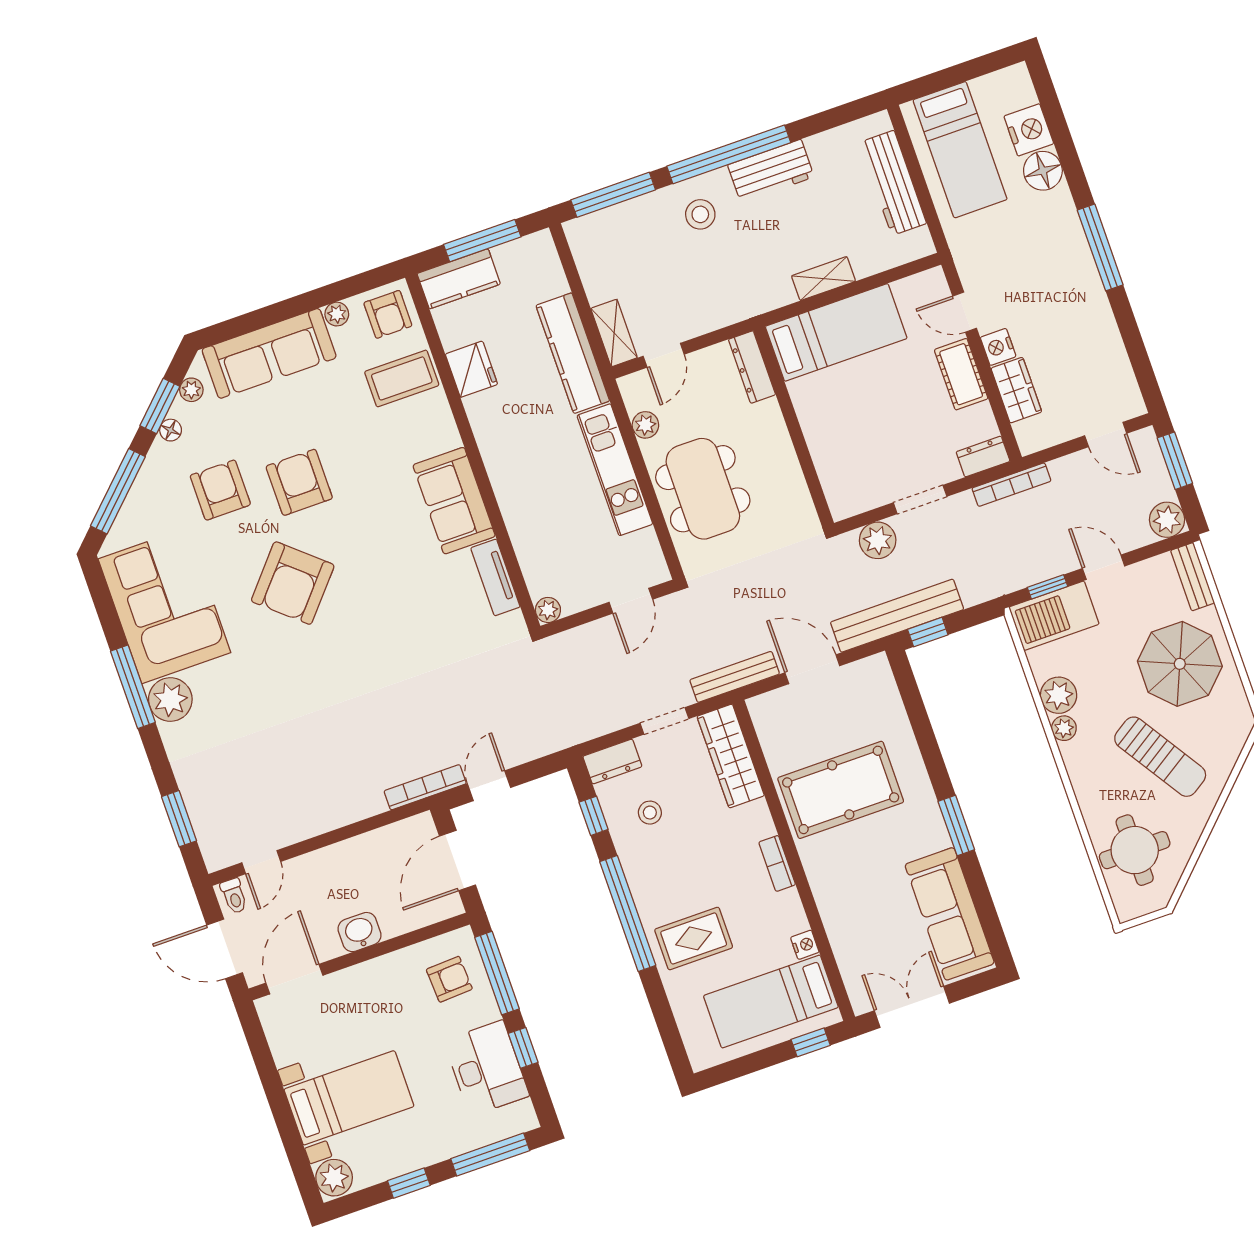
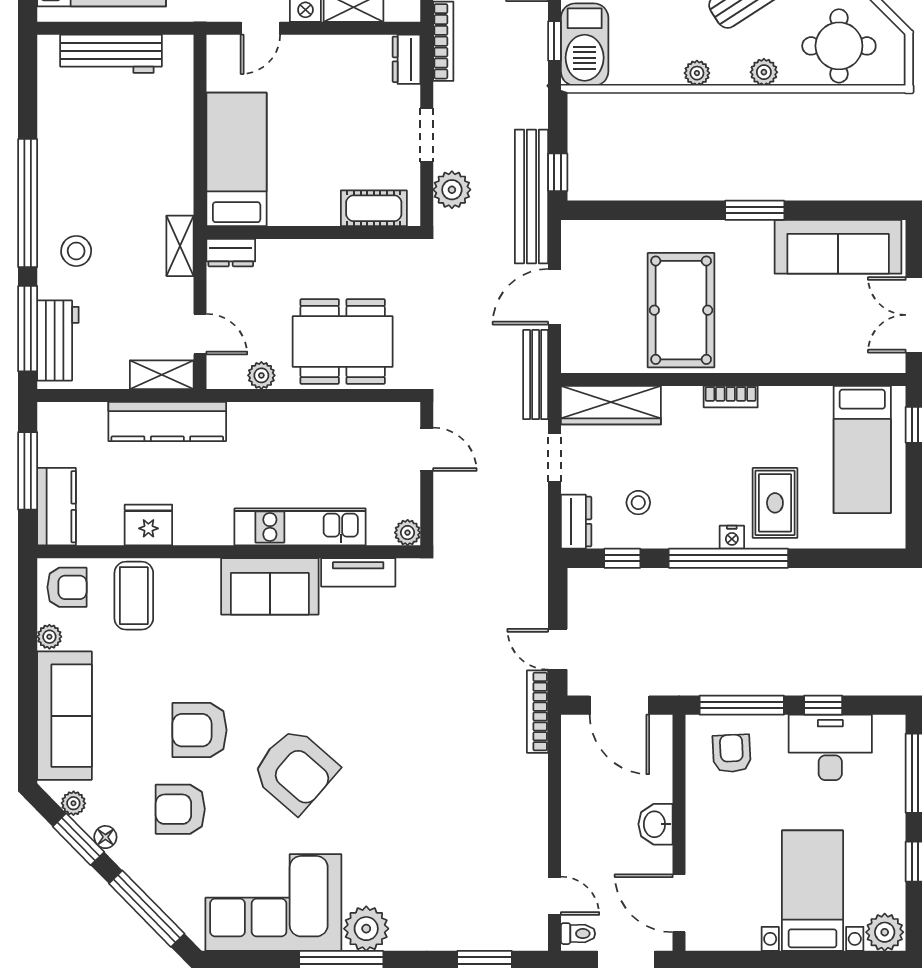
workbench: (771, 171) -> (58, 341), moved
shelving: (824, 279) -> (180, 246), moved
dresser: (752, 367) -> (231, 253), width x0.70
cot: (961, 374) -> (374, 208), moved
kitchen unit: (615, 470) -> (300, 527), moved, turned 180
plant: (1059, 695) -> (764, 72), moved, width x0.73, depth x0.73
nightstand: (805, 945) -> (732, 537), moved, turned 180

